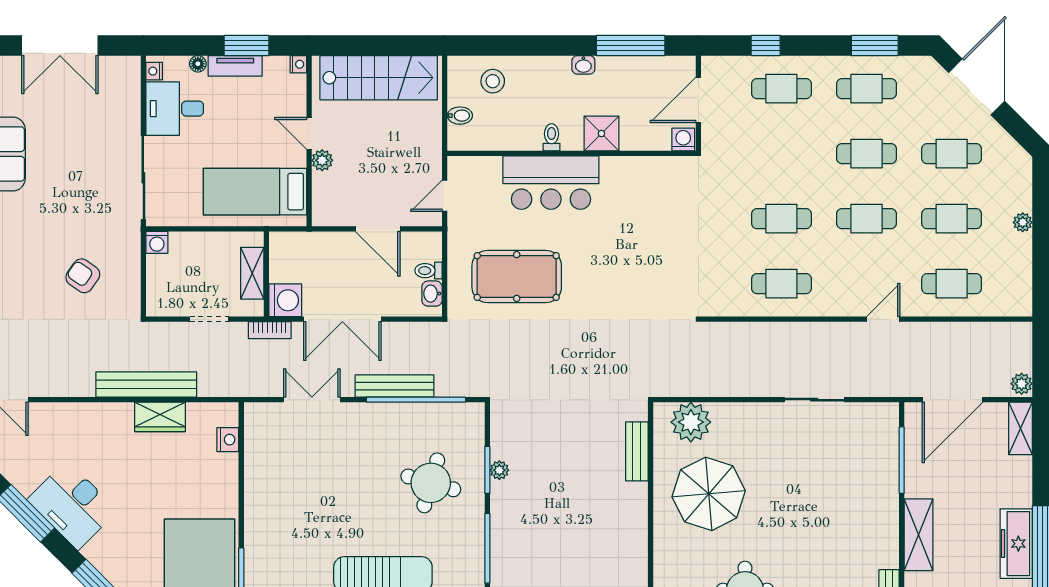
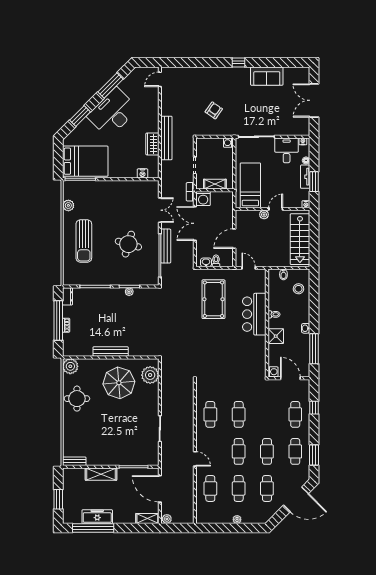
bench: (637, 451) -> (111, 351), moved, width x1.36
round table: (431, 483) -> (128, 244), moved
desk: (72, 505) -> (113, 113), width x1.36, depth x1.30

